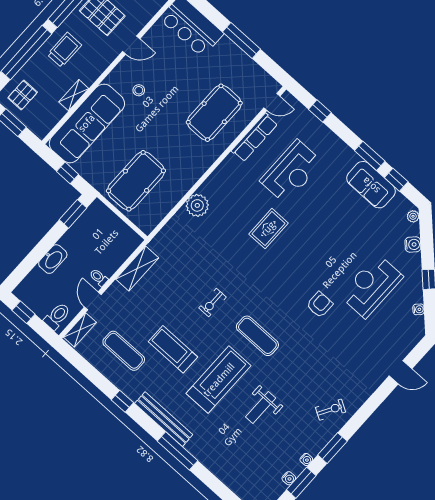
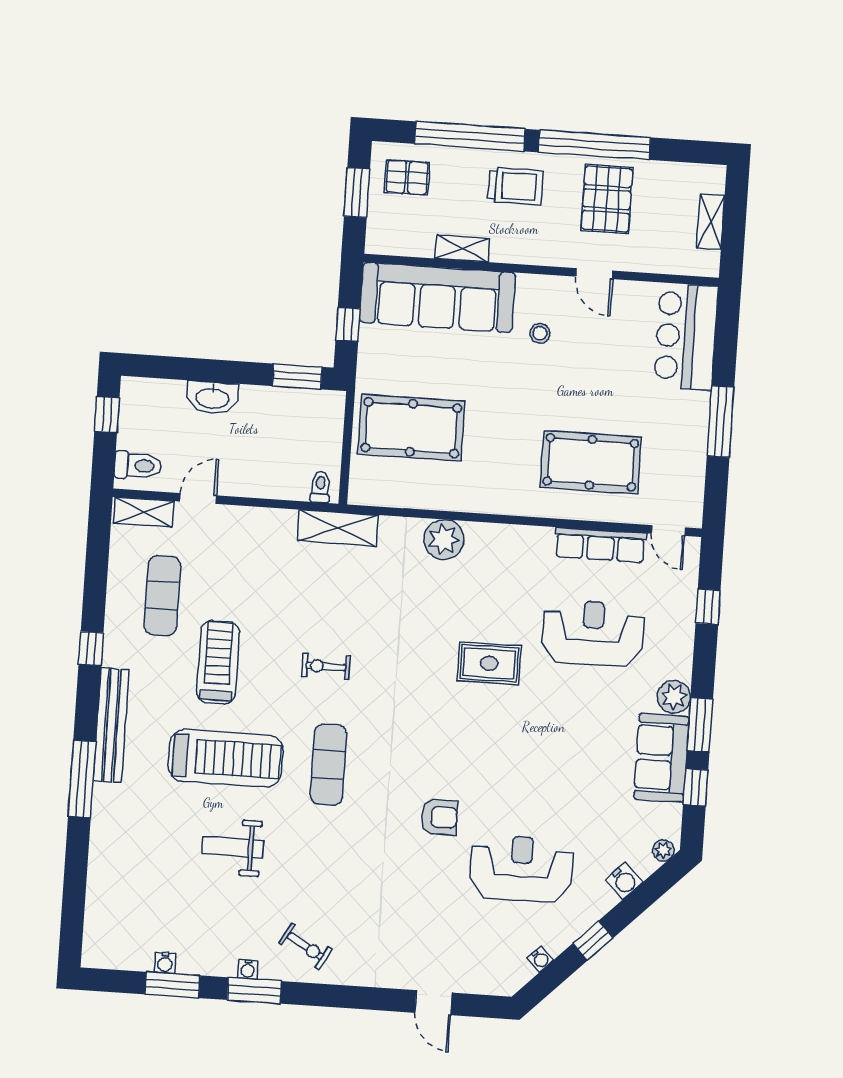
plant: (348, 158) -> (674, 697), added
reception desk: (291, 172) -> (593, 633), turned 180
shelving: (137, 268) -> (338, 528), moved
toilet: (99, 278) -> (320, 487), moved
water cooler: (306, 459) -> (248, 969), moved

